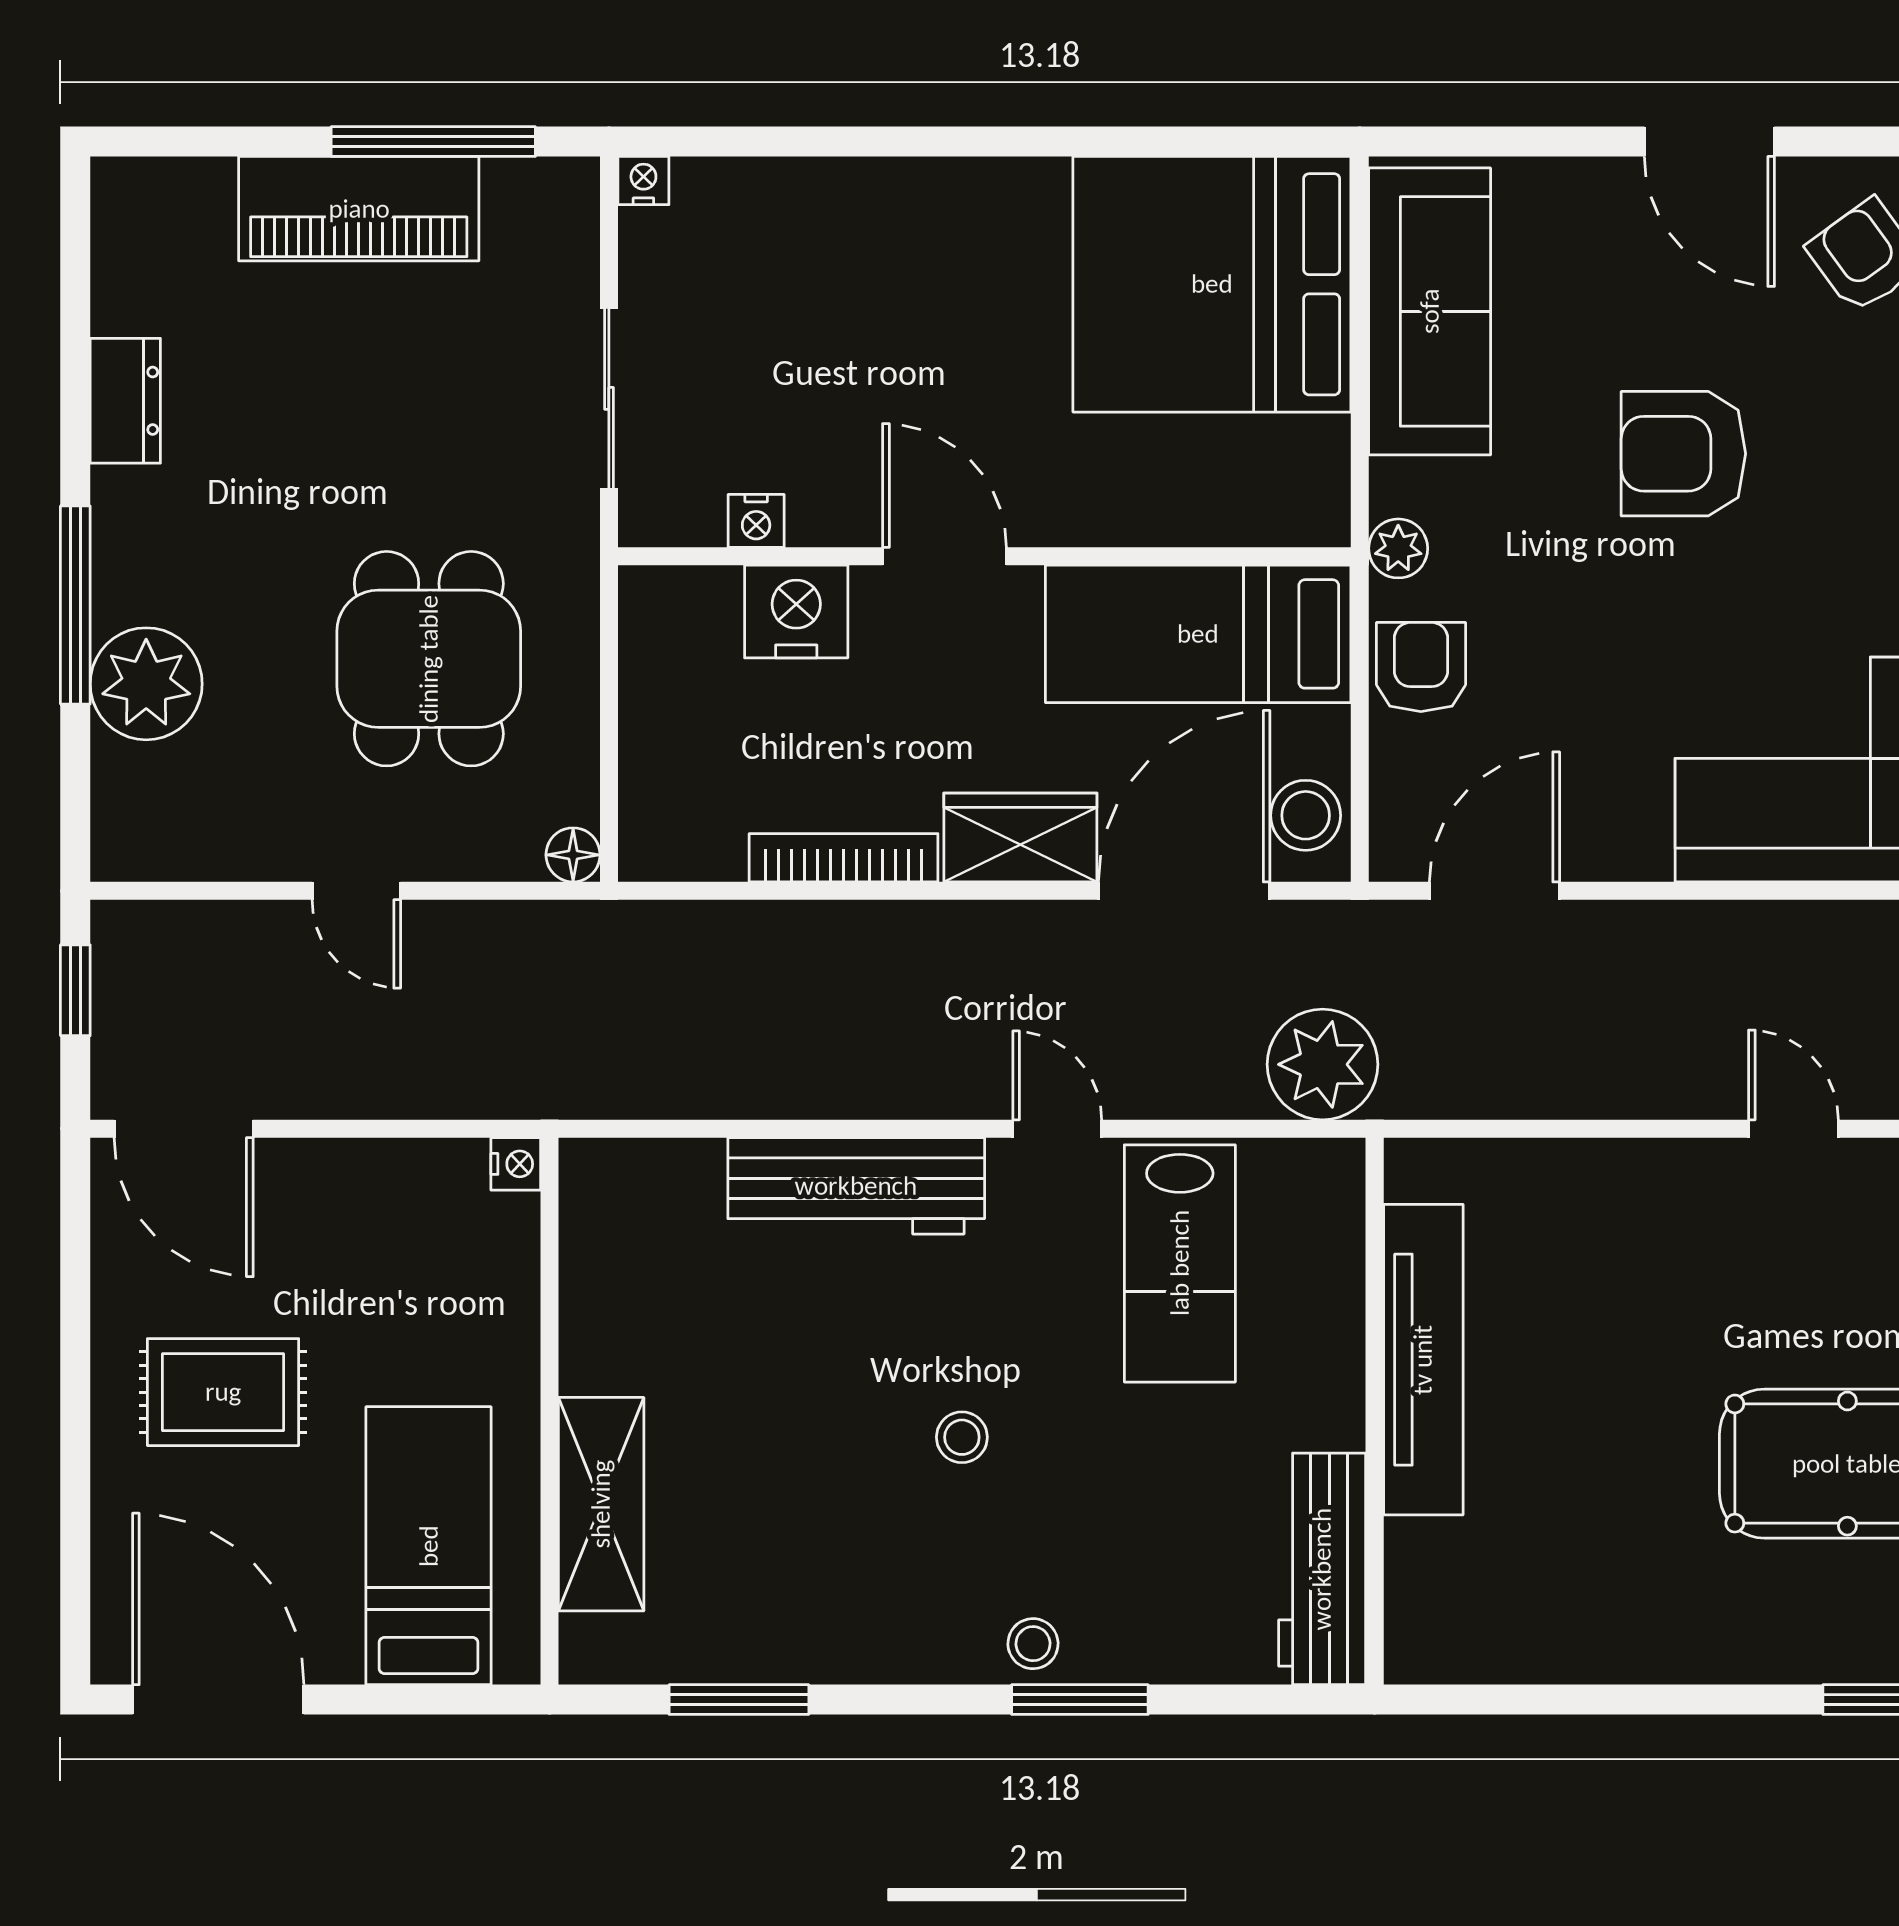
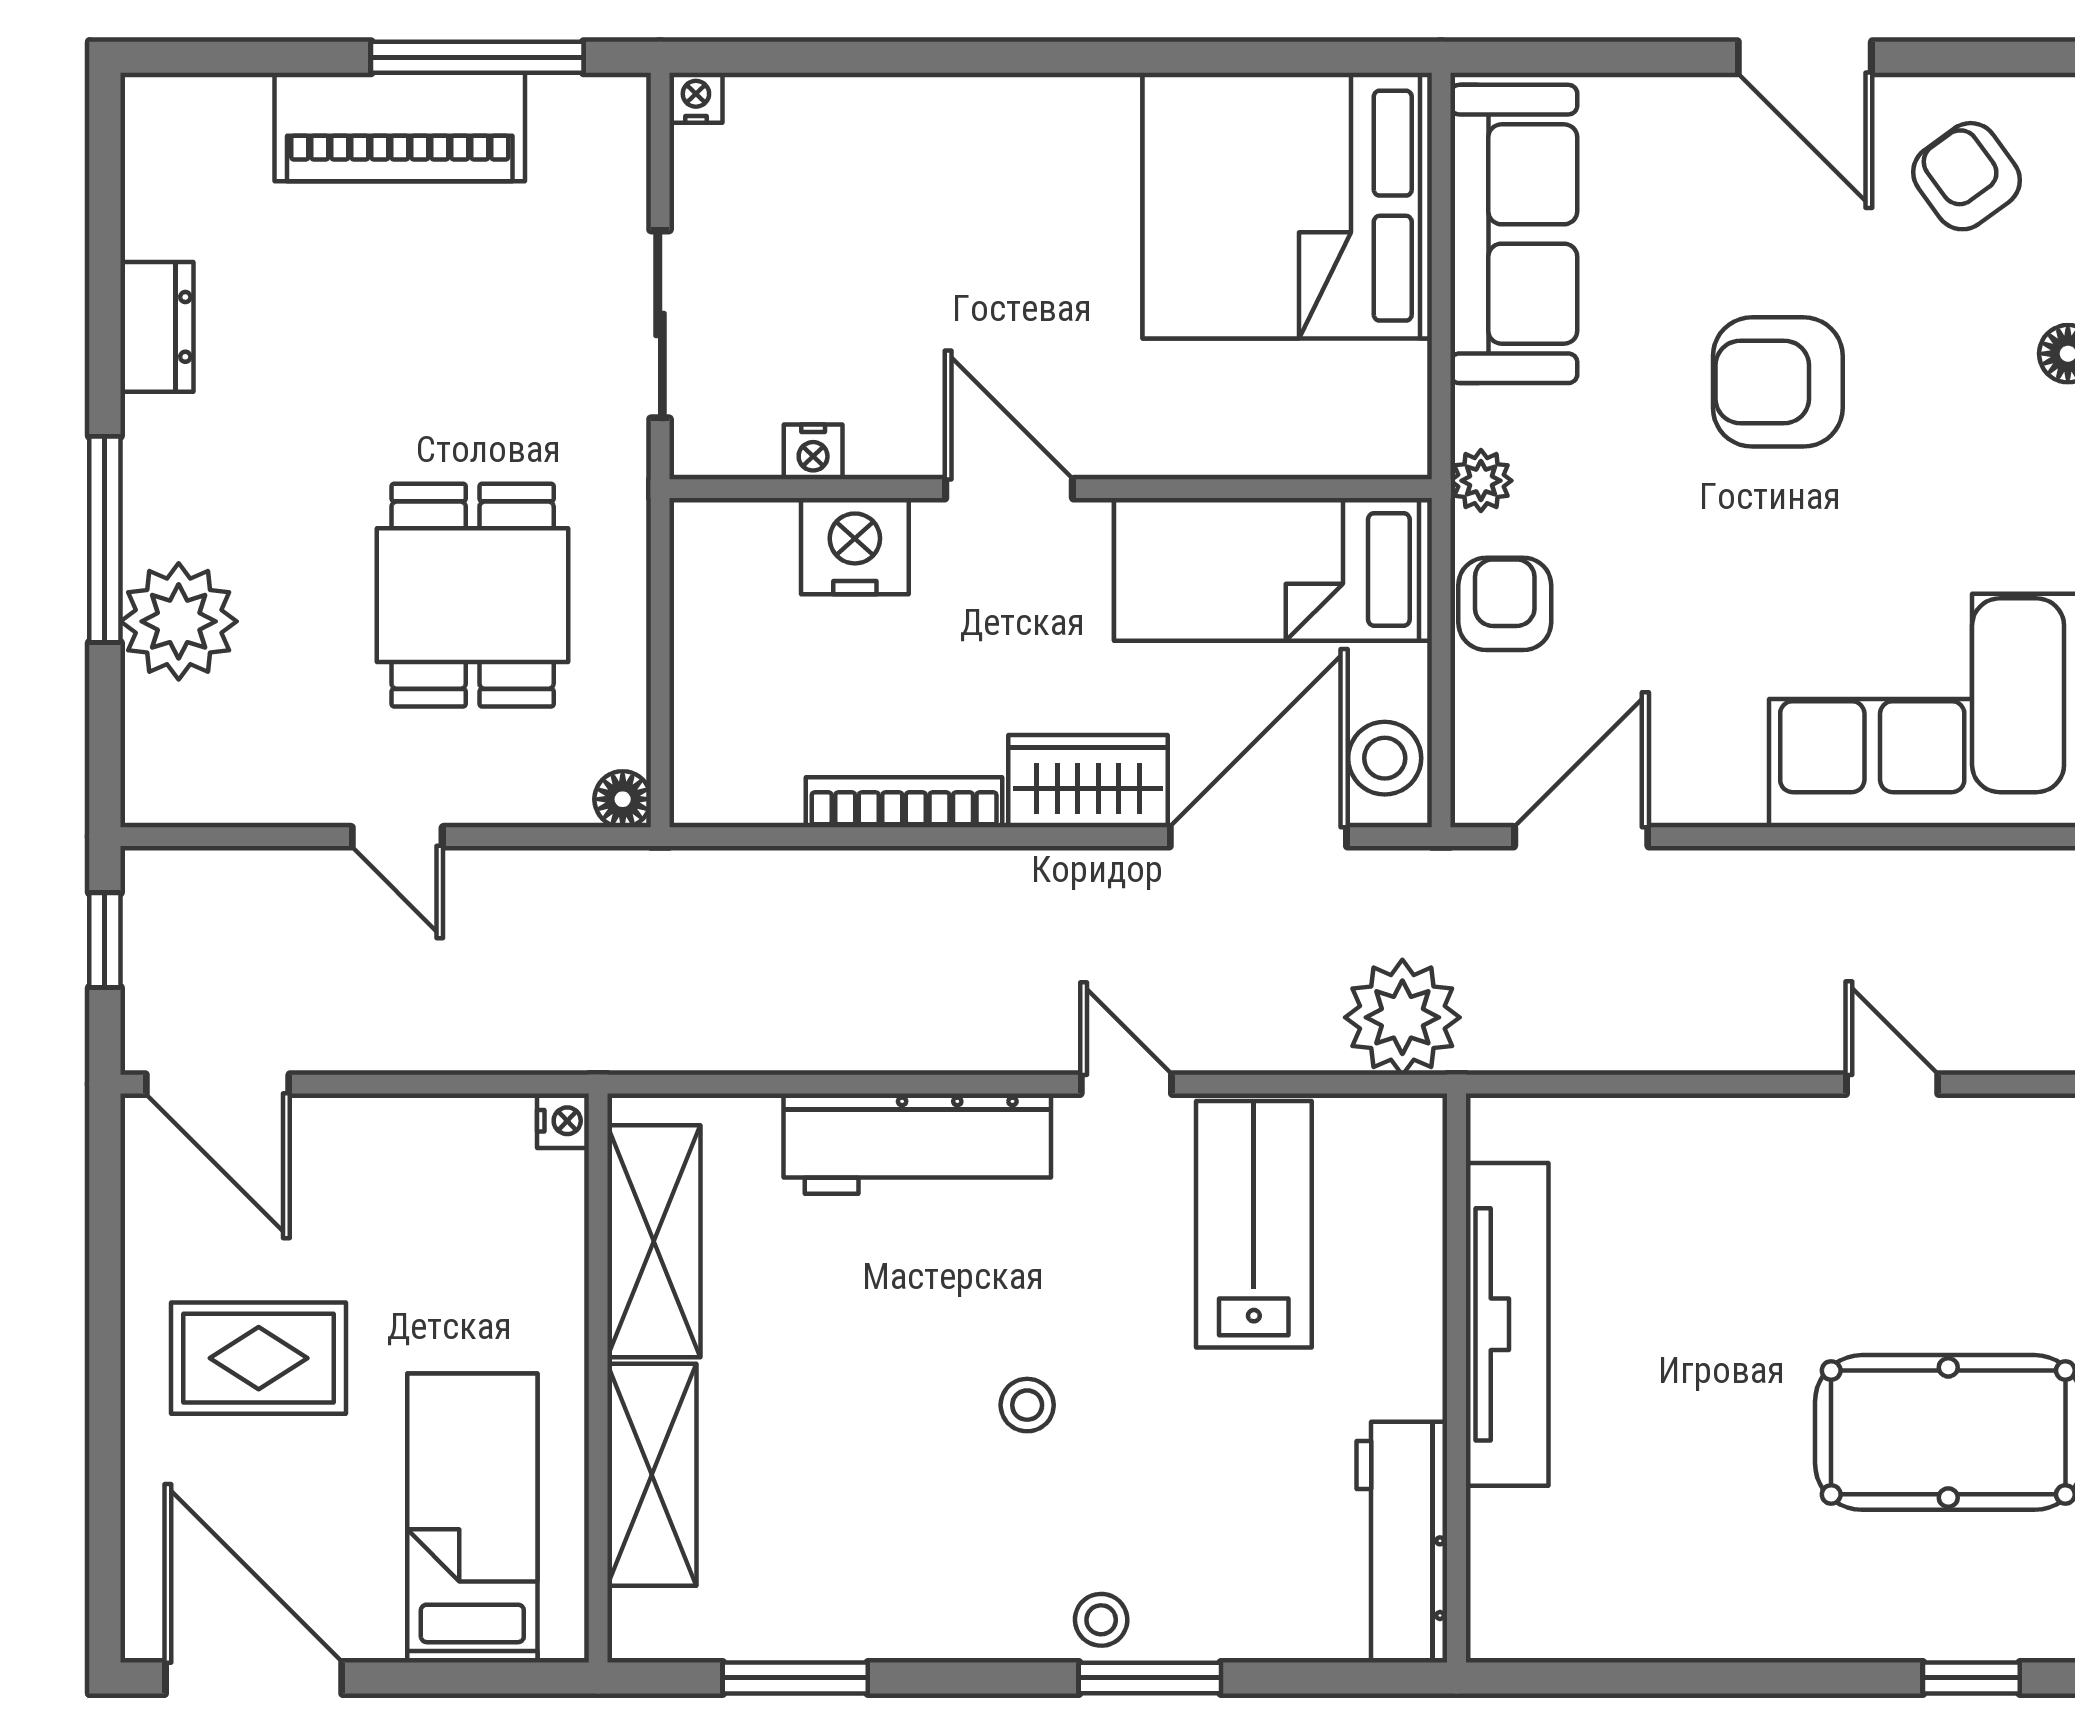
lab bench: (1180, 1263) -> (1254, 1224), turned 180
shelving: (603, 1280) -> (654, 1241), added

